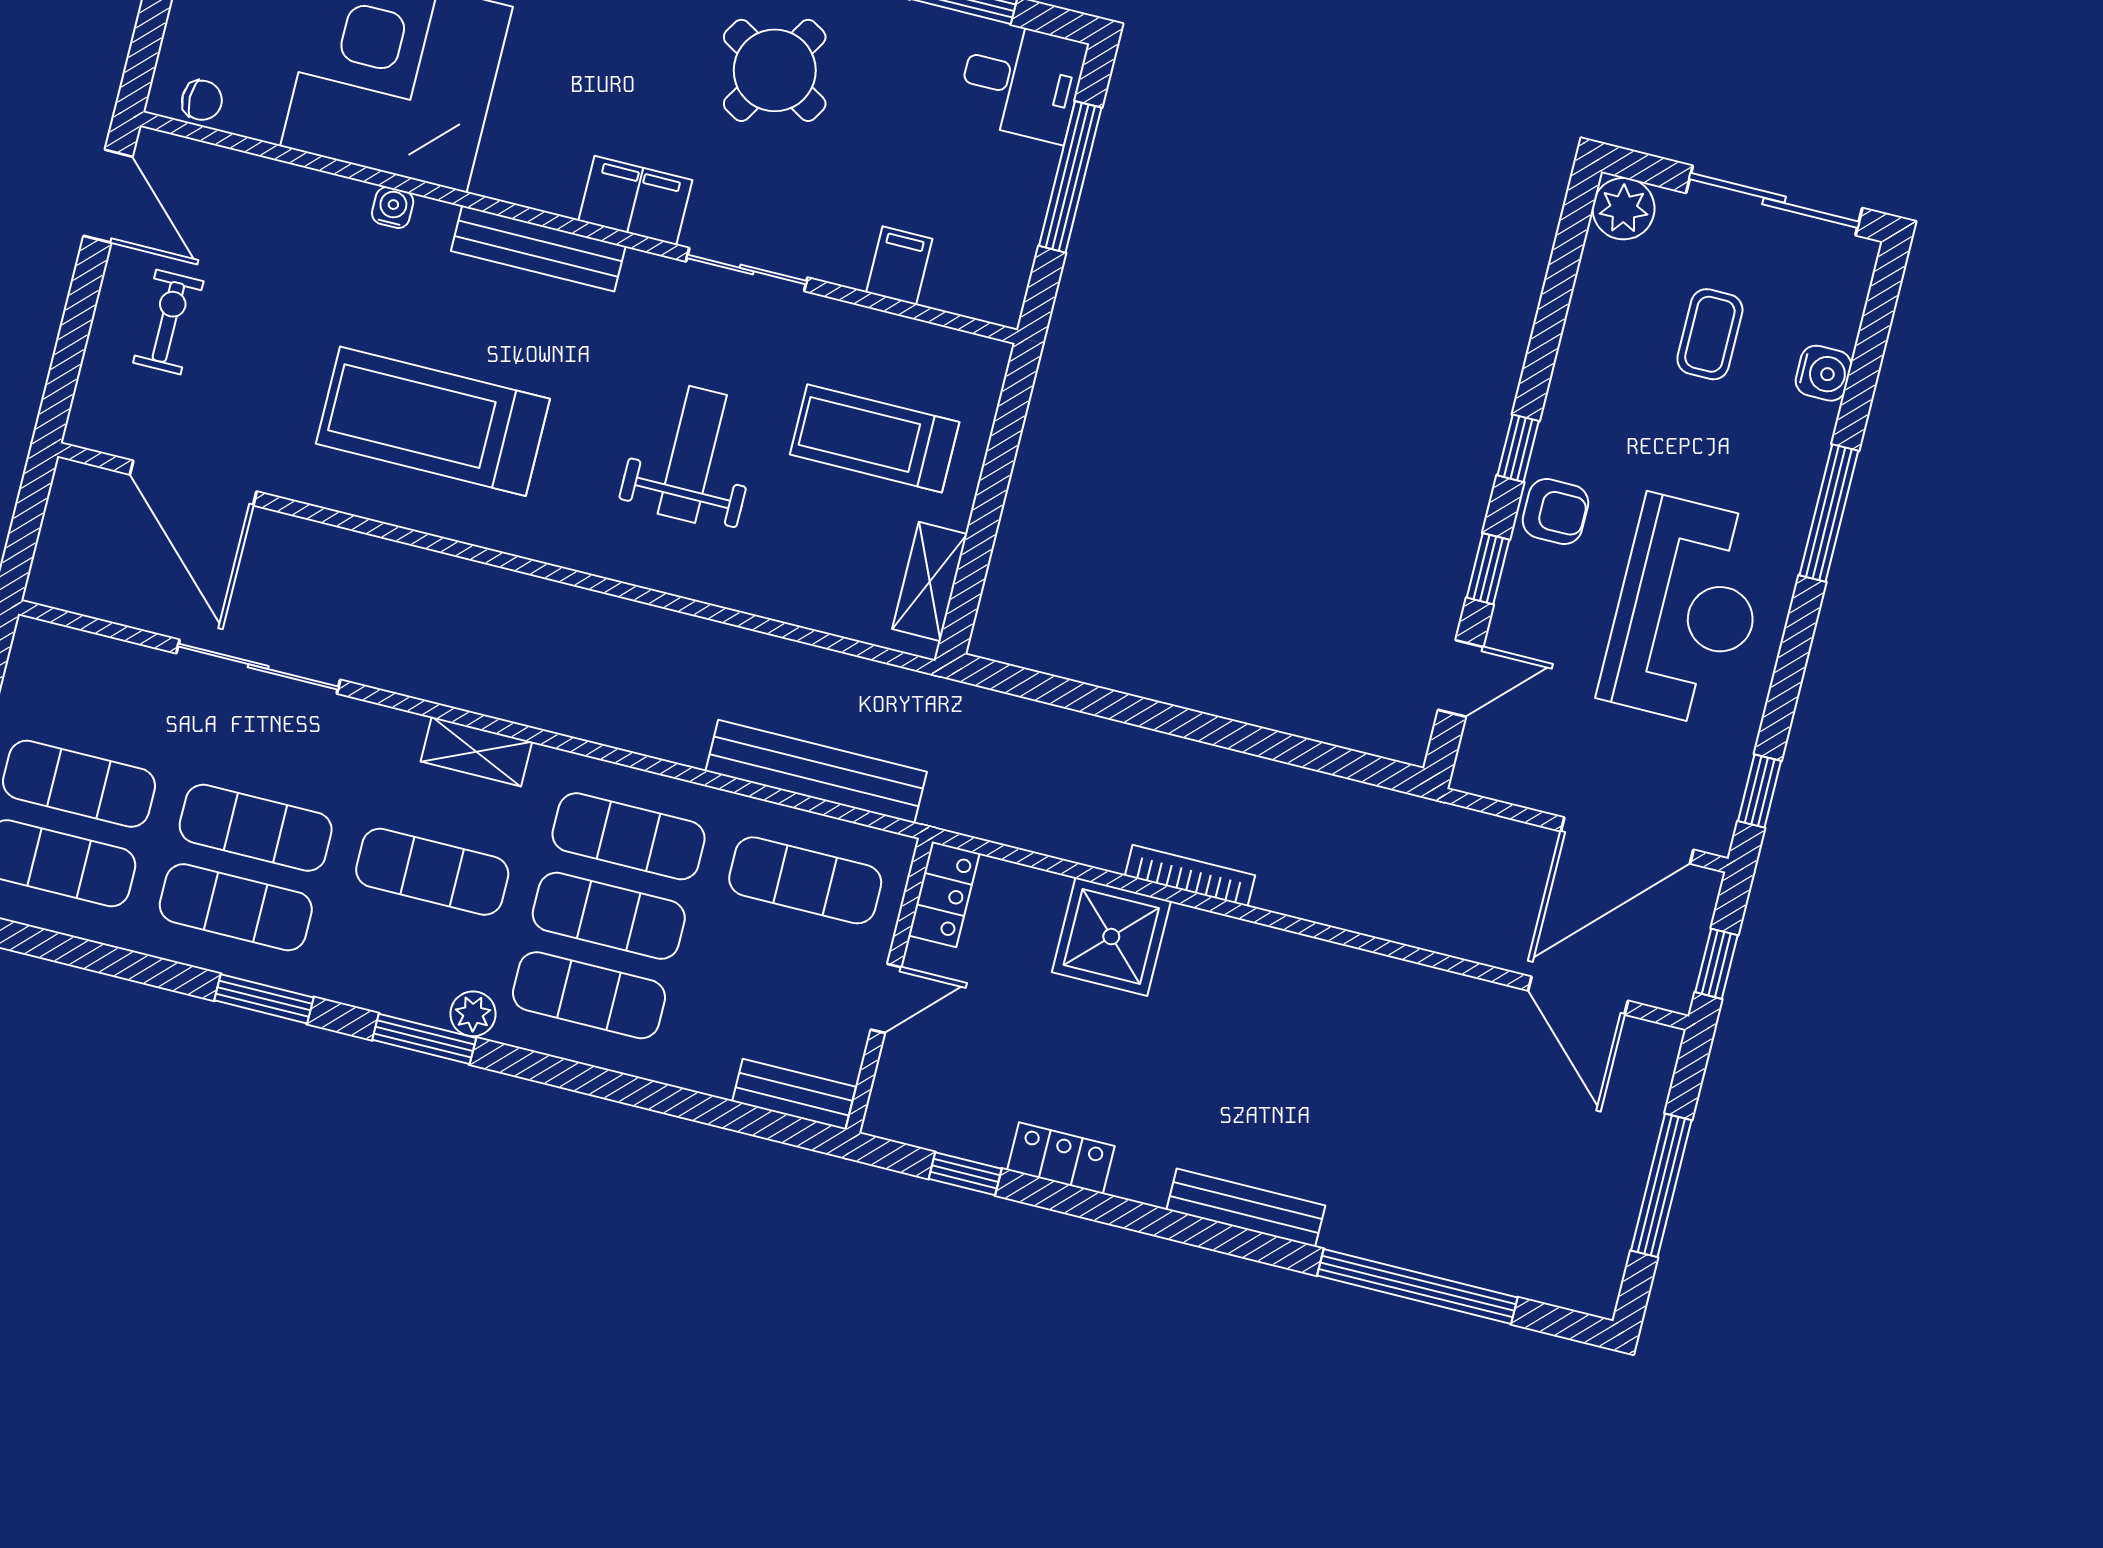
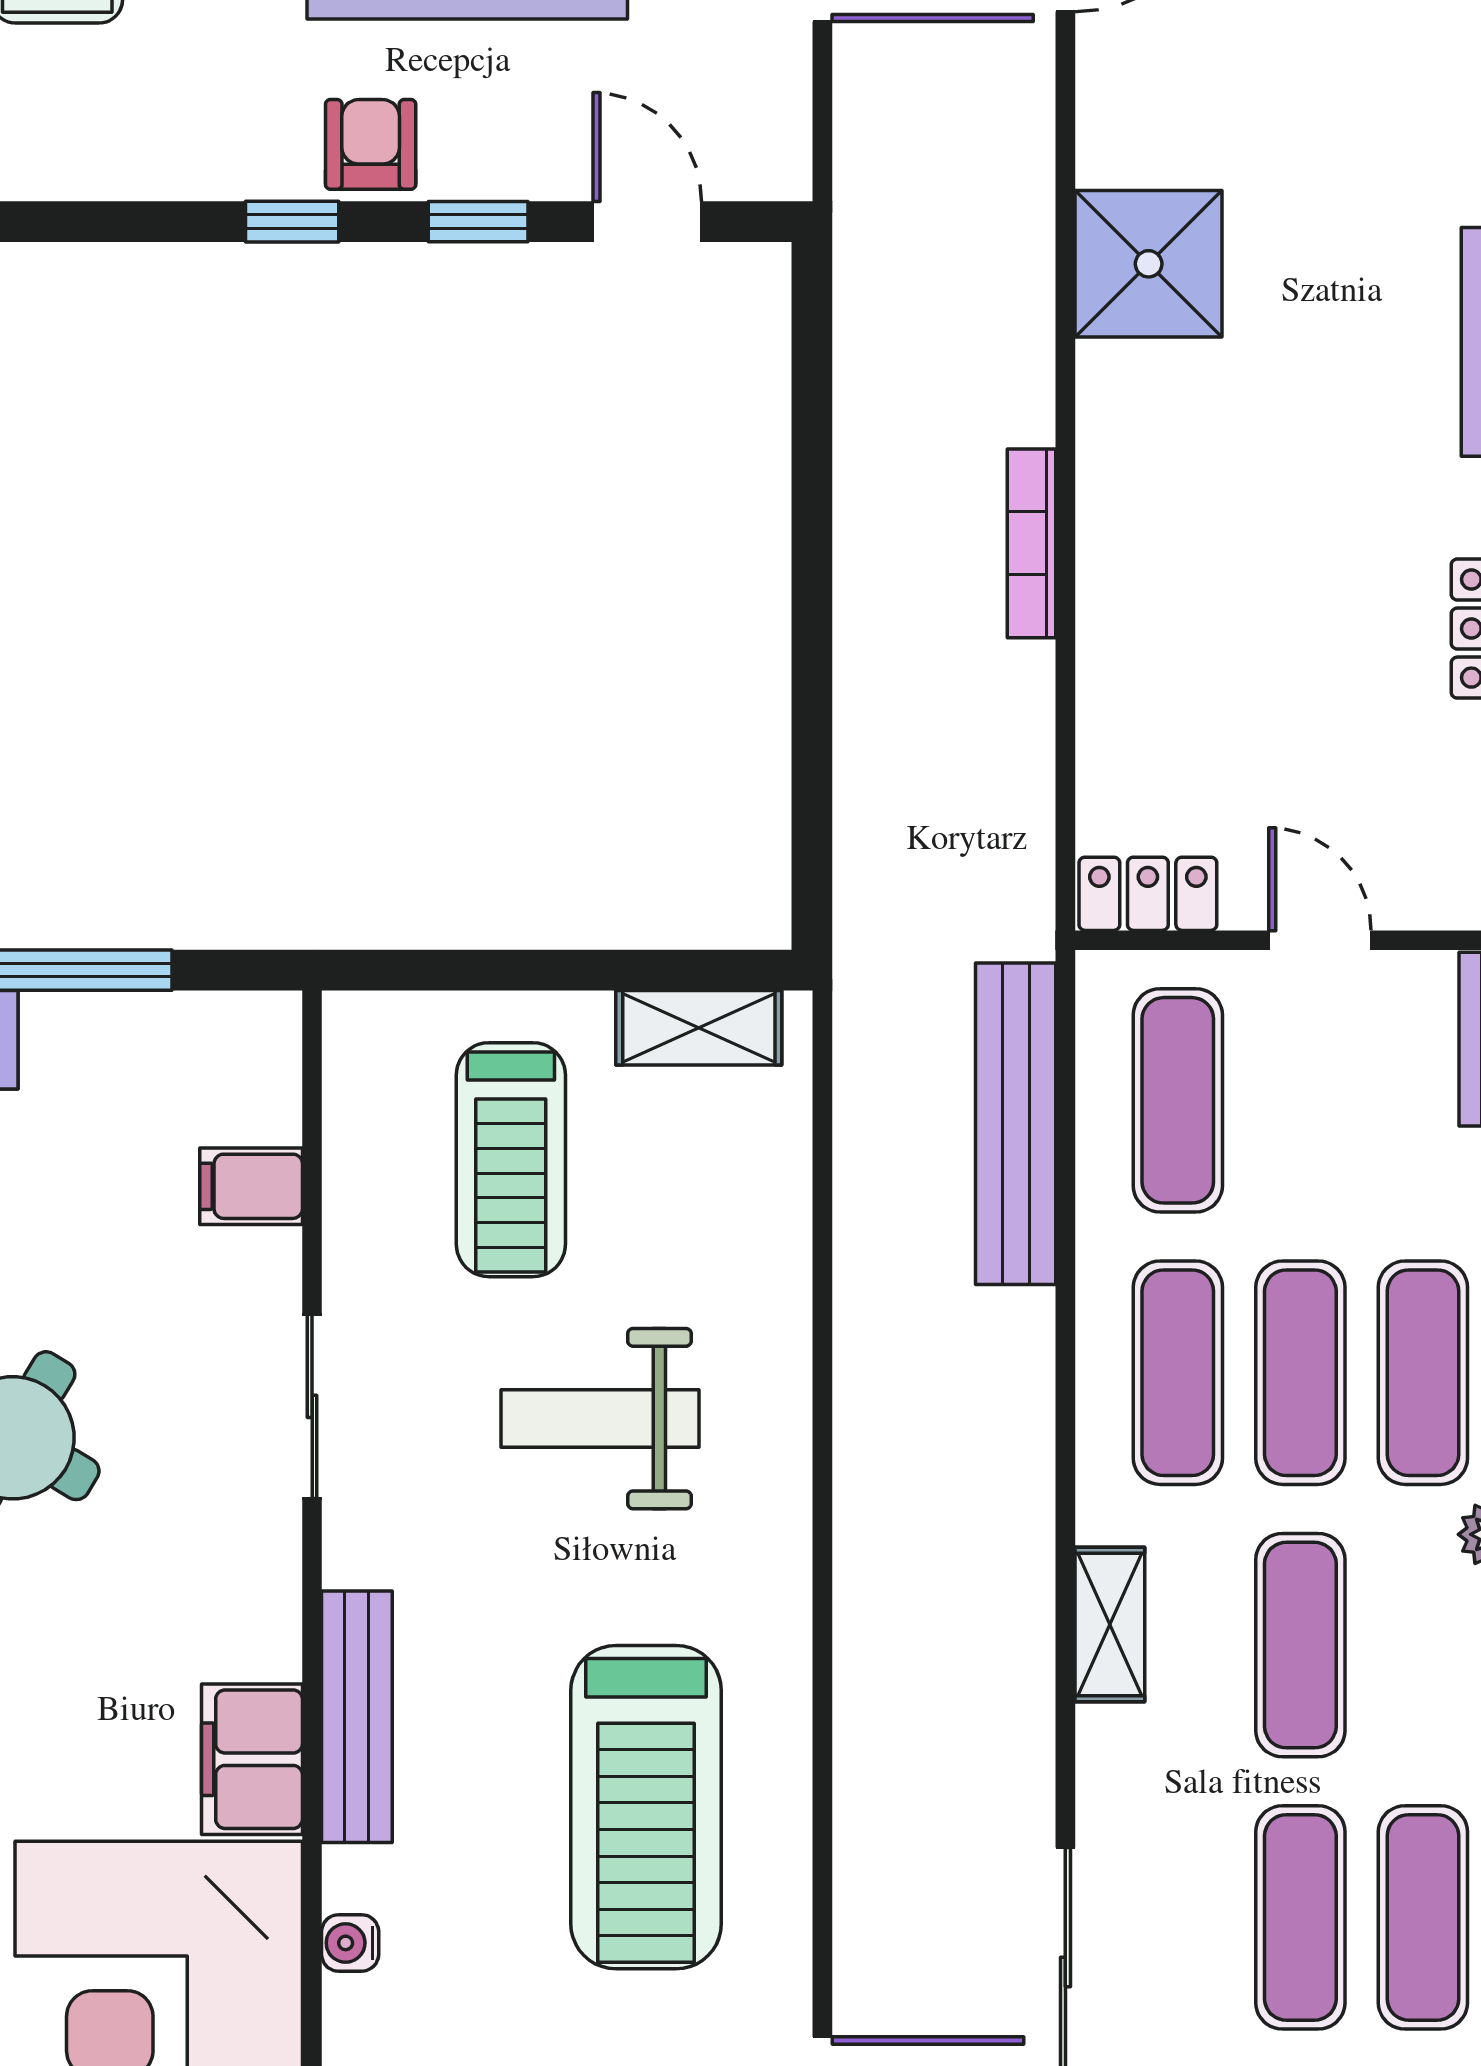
filing cabinet: (635, 200) -> (252, 1759), moved
shower: (1111, 937) -> (1149, 264), moved

